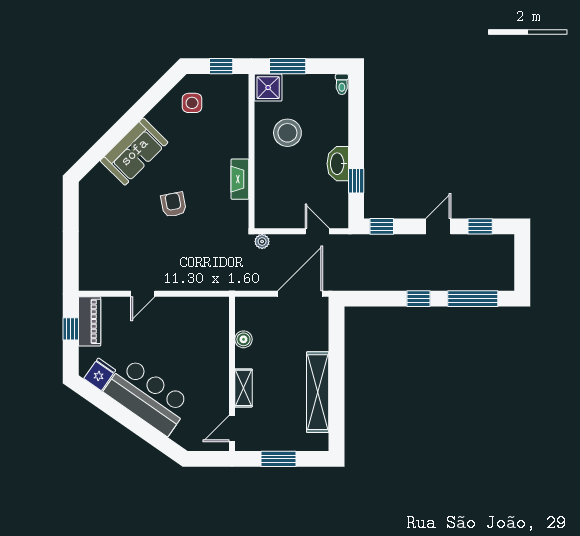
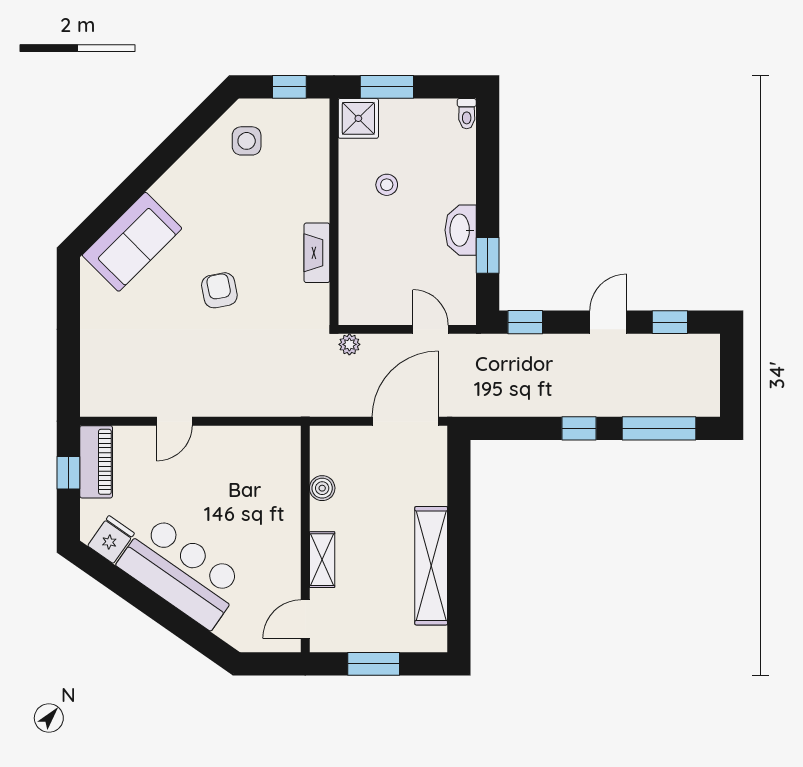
stool: (287, 133) -> (387, 185), width x0.53, depth x0.53
sofa: (134, 152) -> (132, 242), moved

